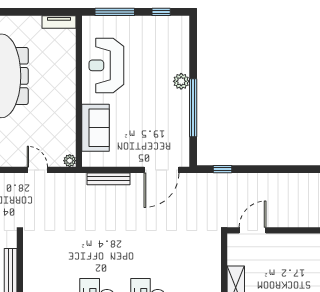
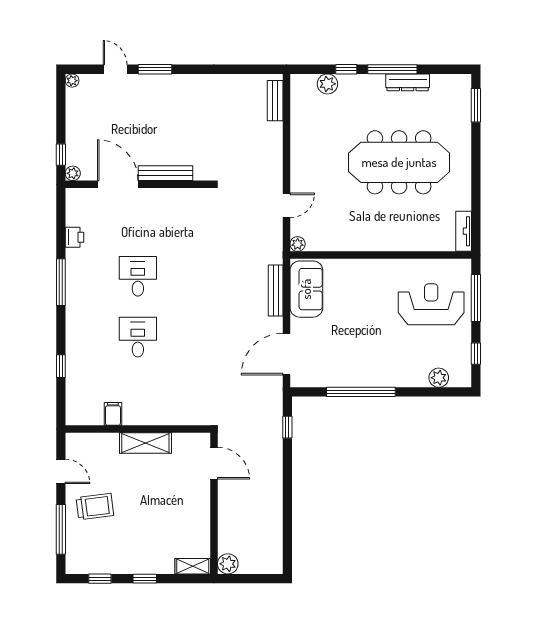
reception desk: (106, 65) -> (431, 304), moved
plant: (181, 81) -> (439, 378), moved
sofa: (96, 128) -> (306, 289), moved, turned -90
door: (162, 170) -> (286, 354), hinge flipped

